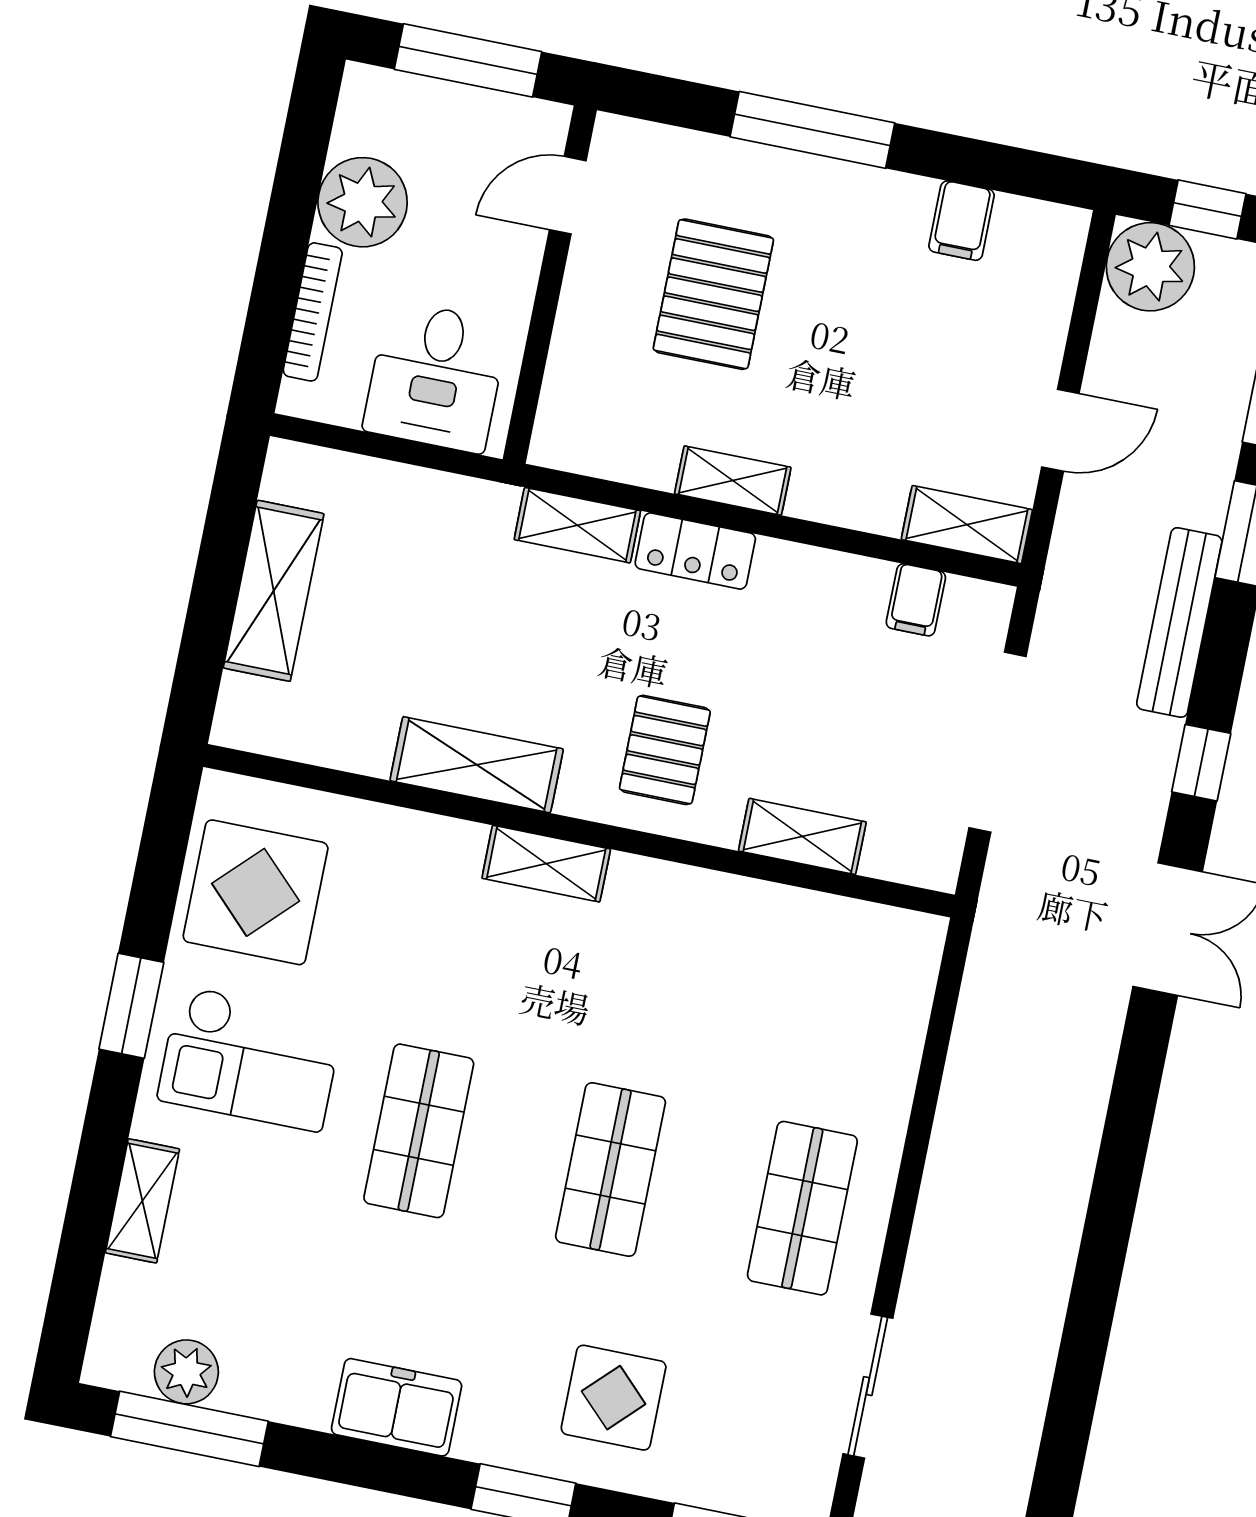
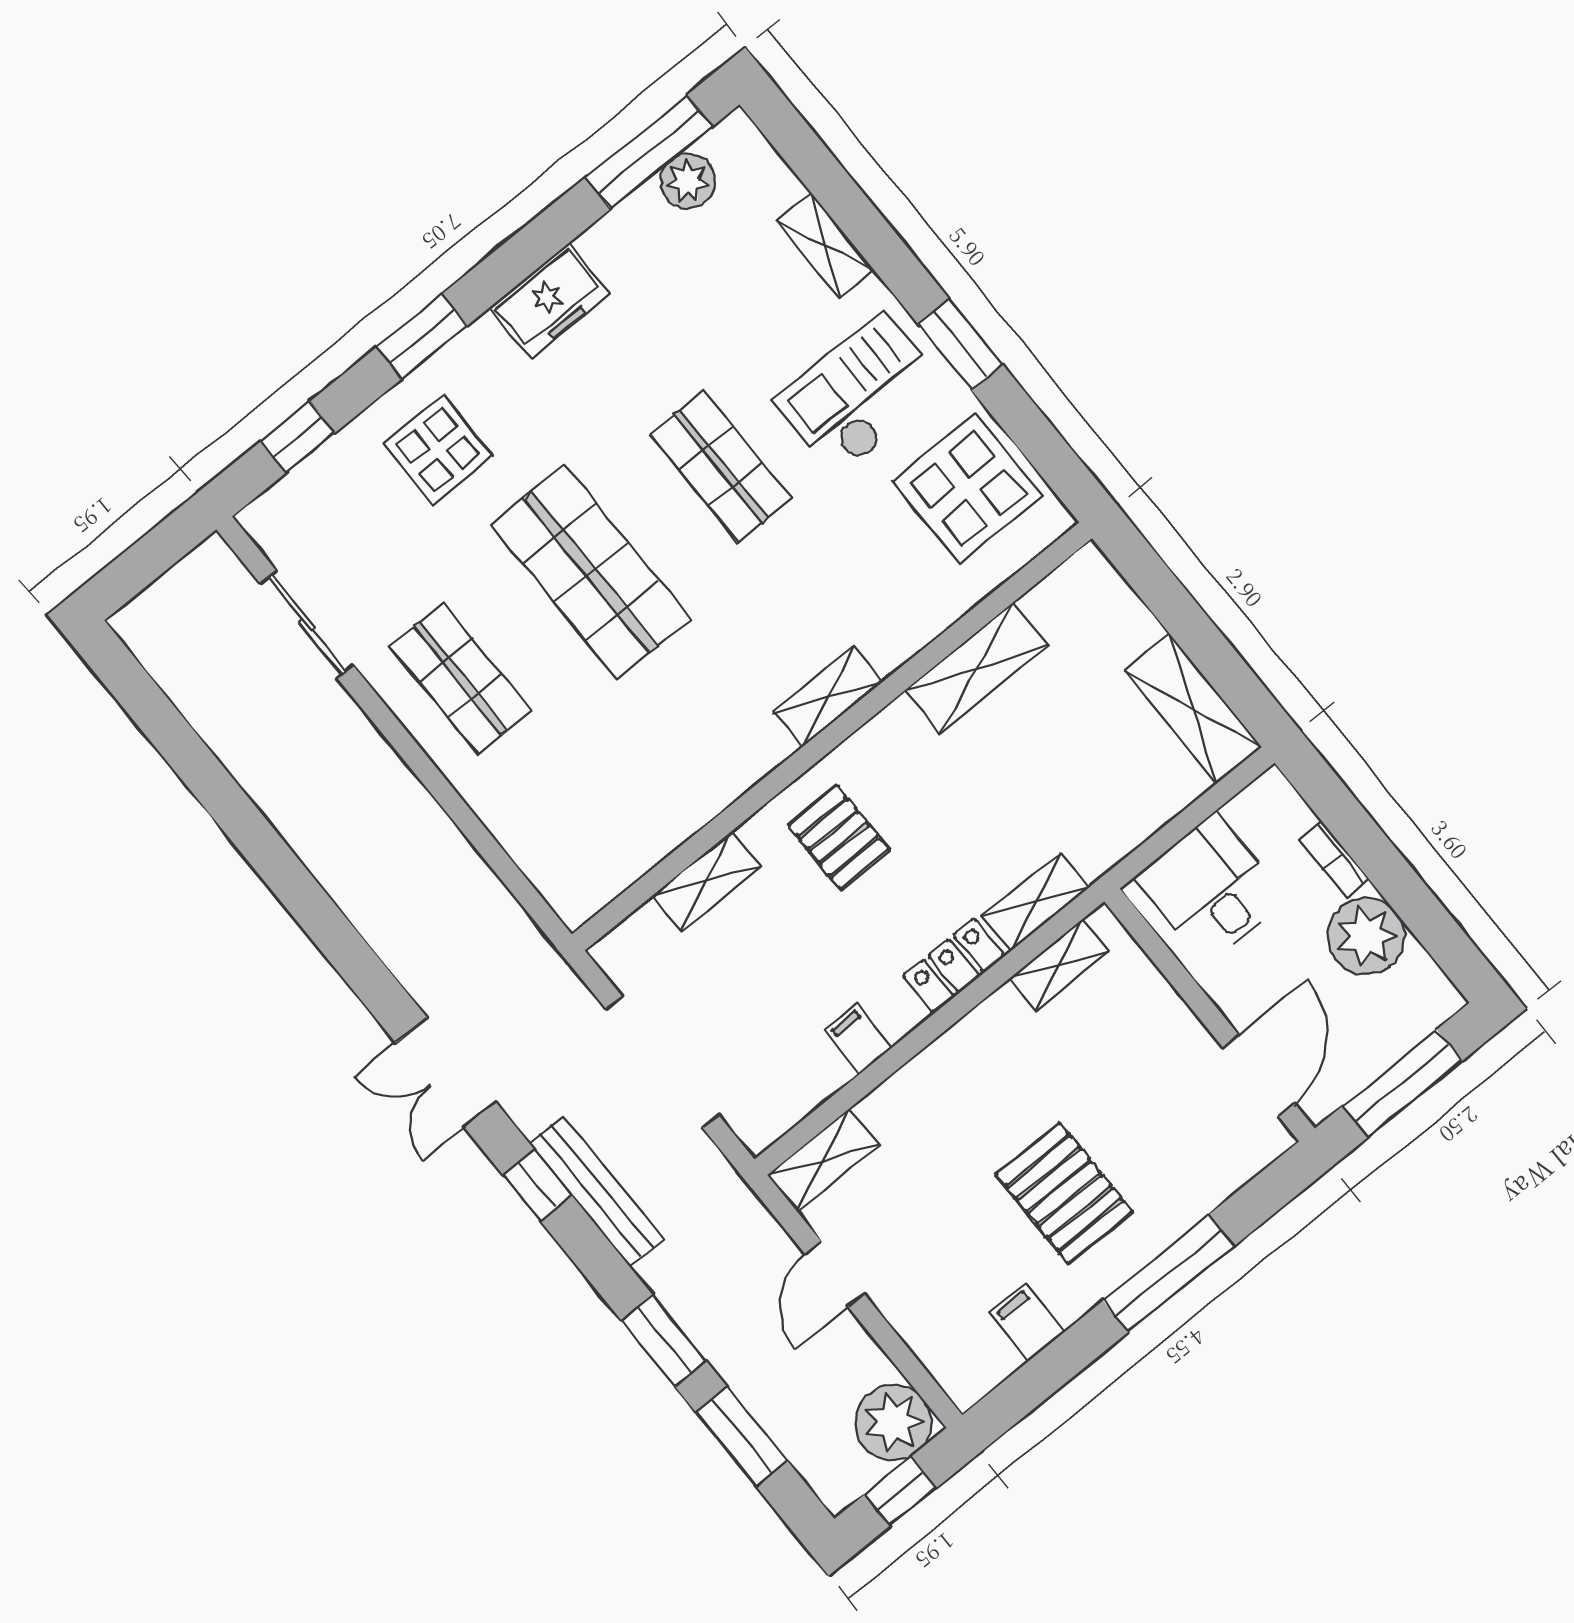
door: (568, 195) -> (1259, 1076), width x1.38
pallet: (713, 294) -> (1064, 1193), moved
bookcase: (313, 312) -> (1334, 859), width x0.64
shelving: (733, 481) -> (1059, 965), moved
shelving: (274, 591) -> (1193, 709), moved
filing cabinet: (916, 600) -> (858, 1039), moved
bench: (1179, 622) -> (596, 1191), moved
shelving: (477, 765) -> (977, 668), moved
shop shelf: (611, 1169) -> (591, 572), width x1.43, depth x1.36

